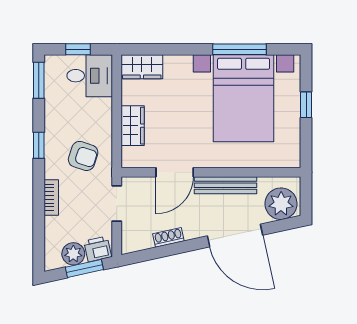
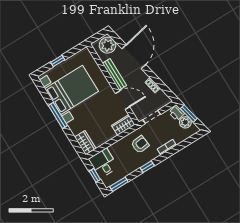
window: (239, 49) -> (58, 116), moved
wardrobe: (133, 126) -> (123, 125), moved
armchair: (83, 156) -> (140, 144), turned 66

